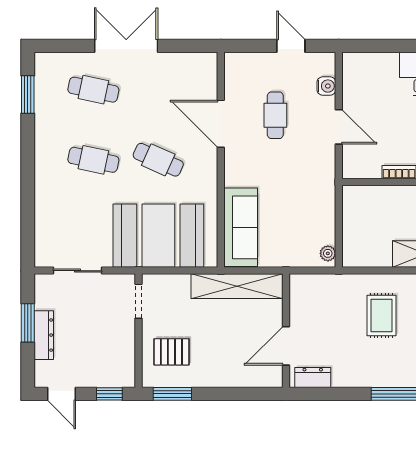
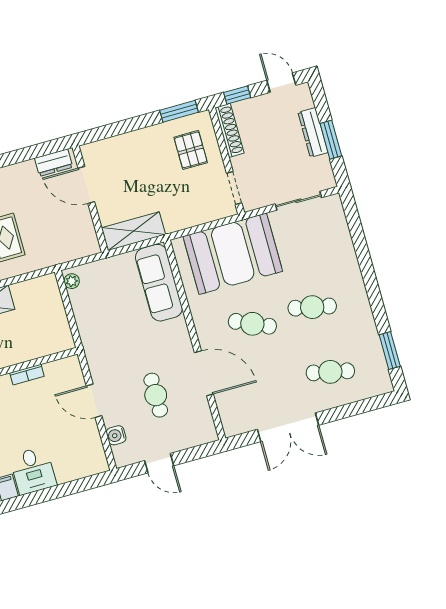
double door: (126, 46) -> (288, 427), moved
shelving: (237, 286) -> (134, 231), width x0.68
door: (286, 346) -> (86, 185), swing flipped
pallet: (171, 352) -> (191, 150), turned 90
shoe rack: (127, 361) -> (230, 130), added

